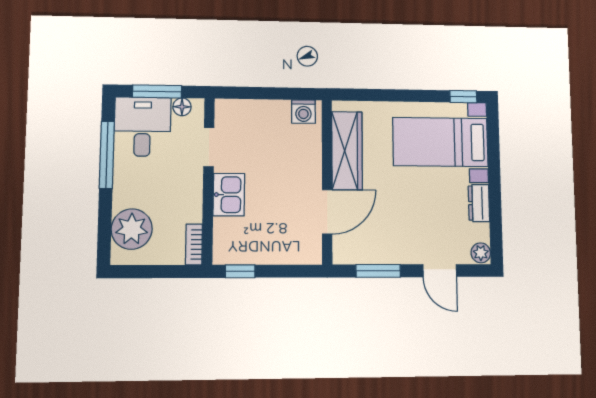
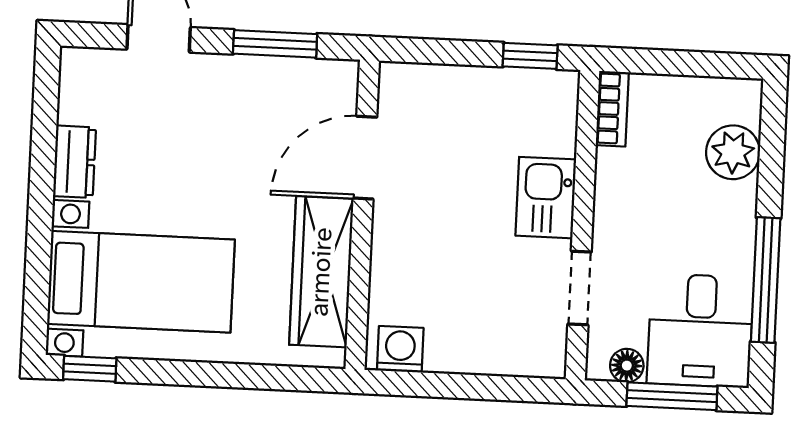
plant: (132, 229) -> (733, 152), width x0.73, depth x0.73
plant: (481, 253) -> (78, 68), removed

